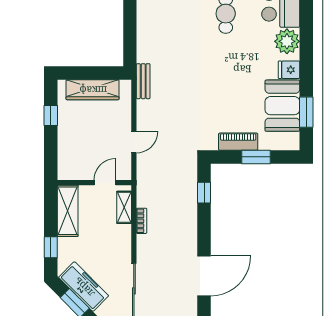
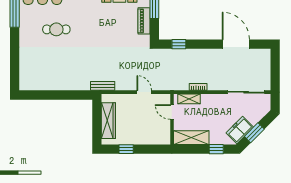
freezer: (84, 287) -> (240, 130), width x0.71

